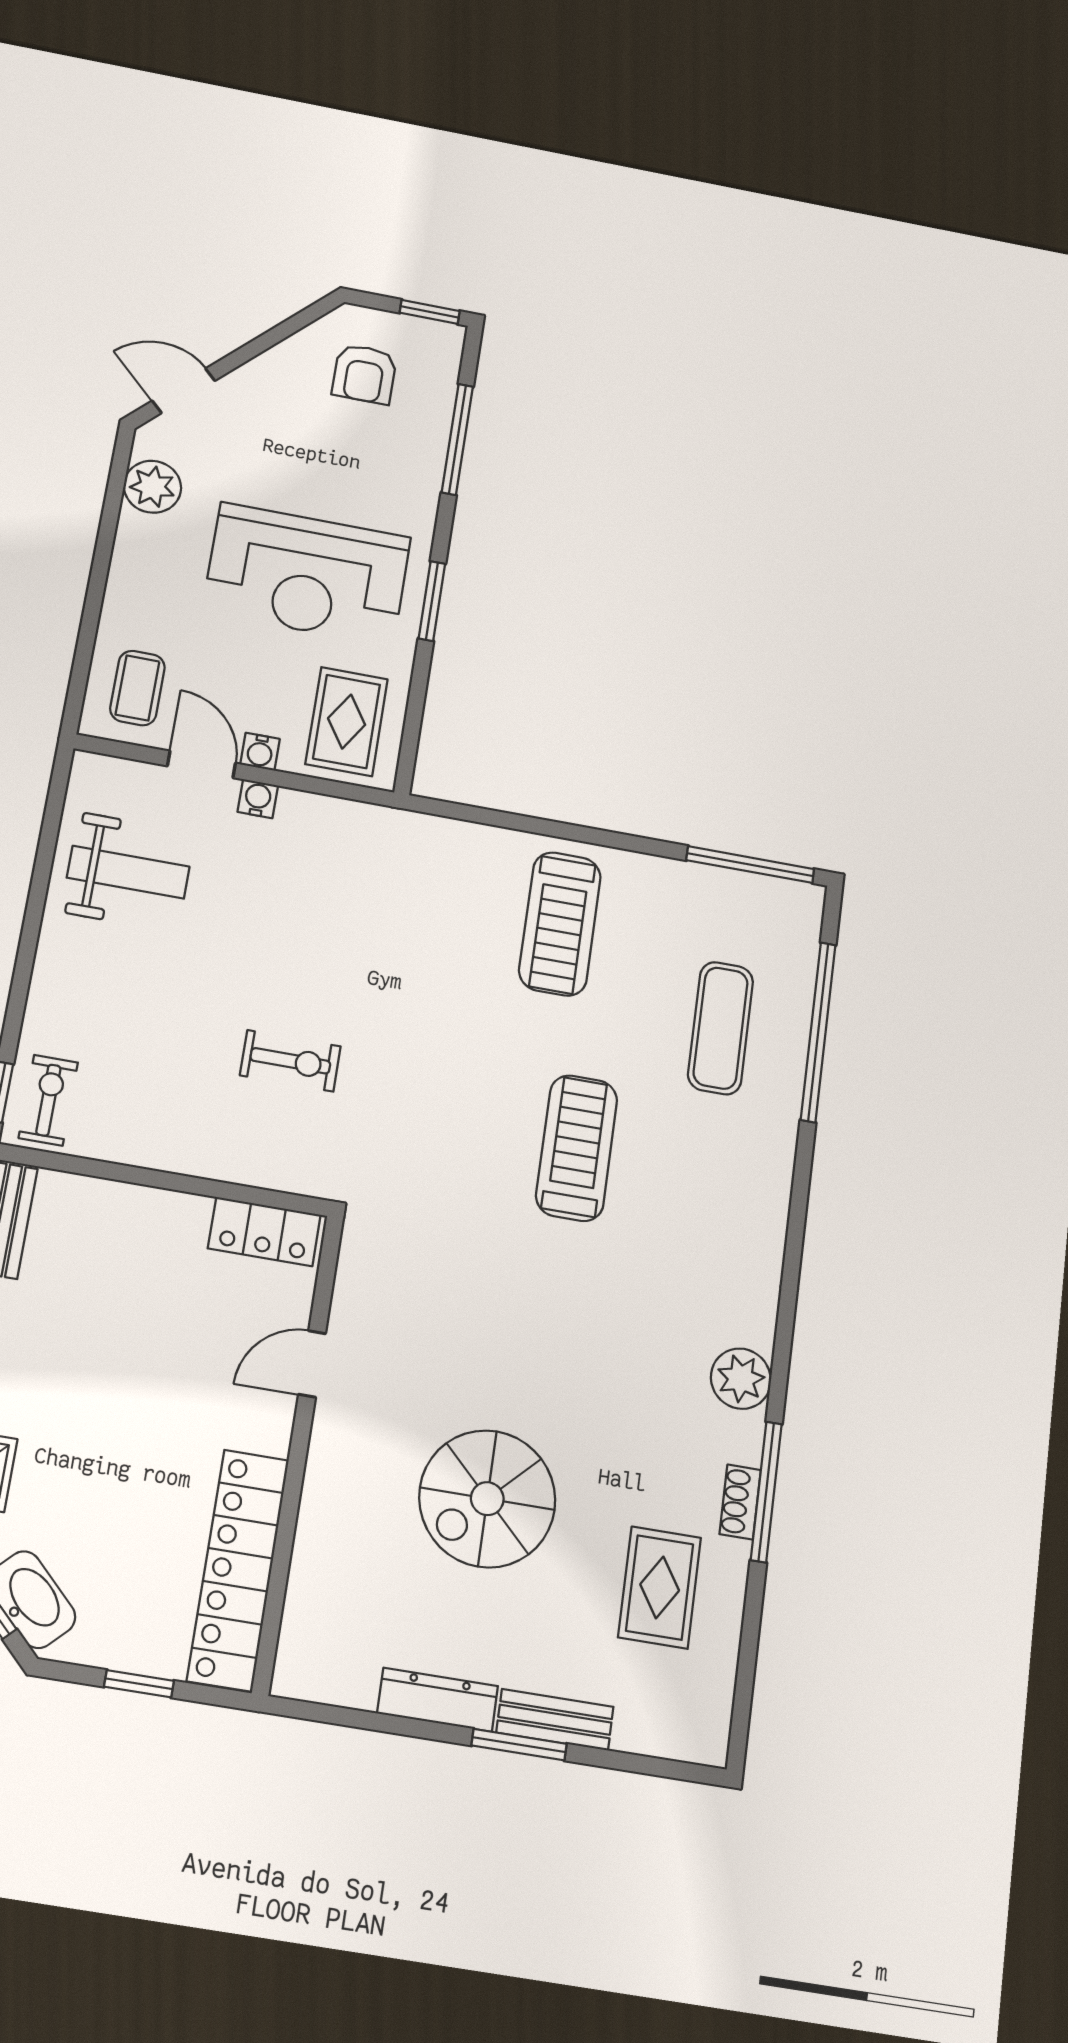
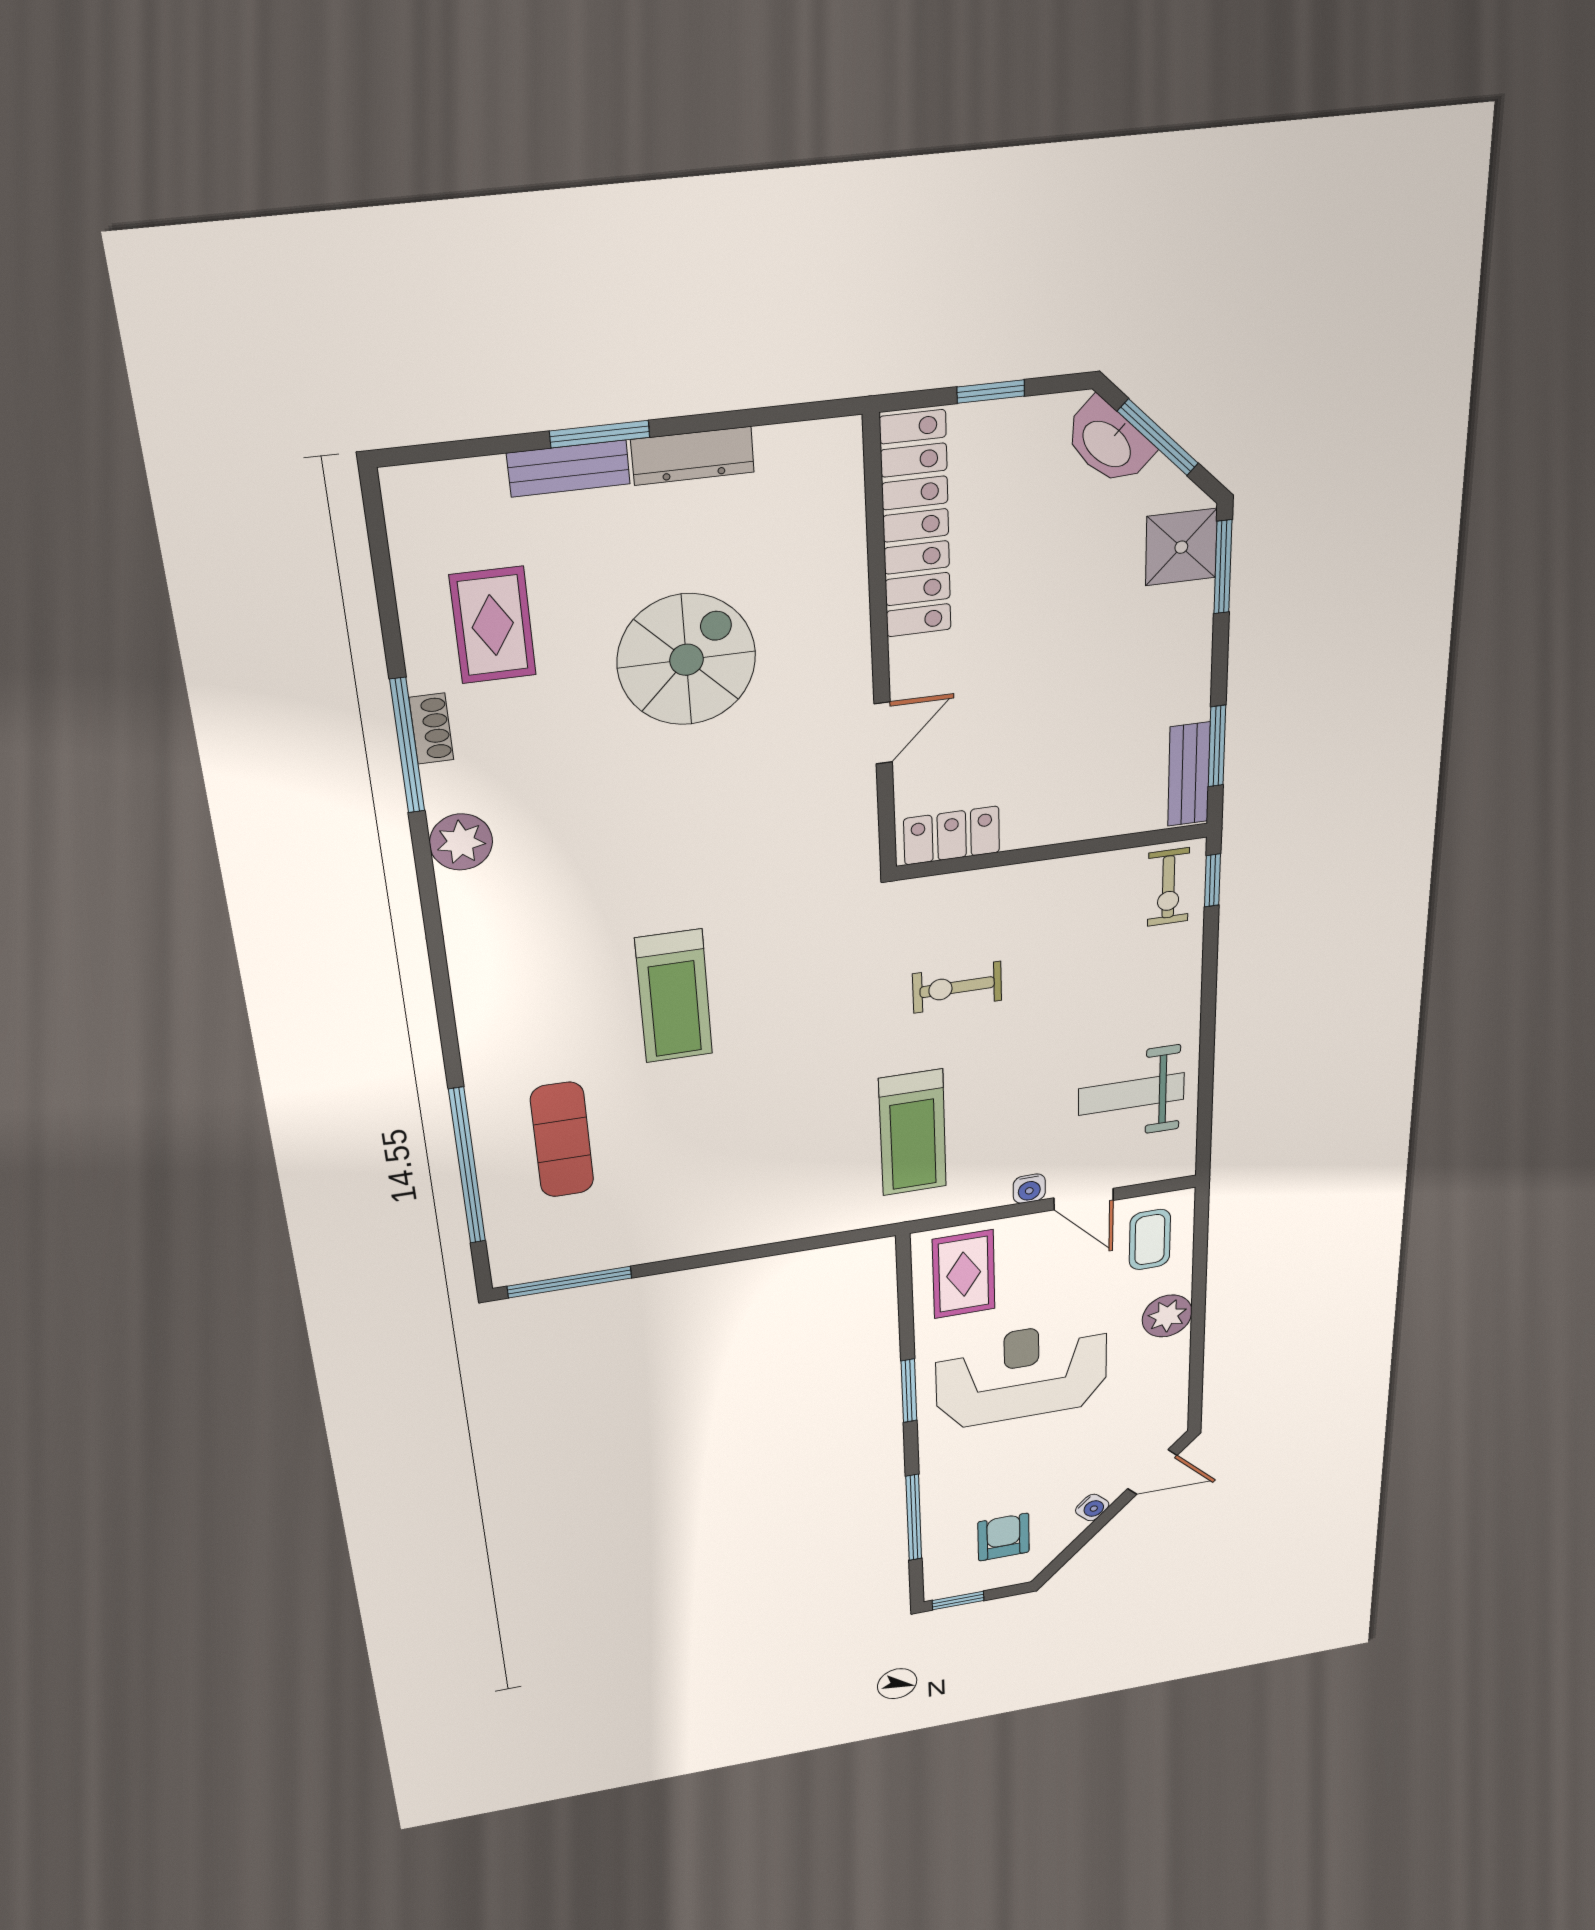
plant: (152, 487) -> (1167, 1316), moved
water cooler: (260, 752) -> (1092, 1508), moved, turned 135
treadmill: (560, 924) -> (913, 1133), moved, turned 180

